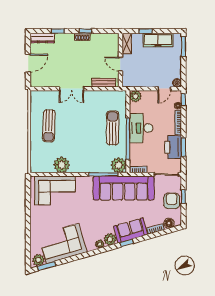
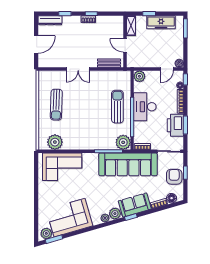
plant: (62, 165) -> (55, 142), moved

